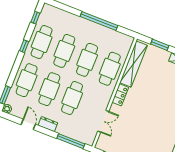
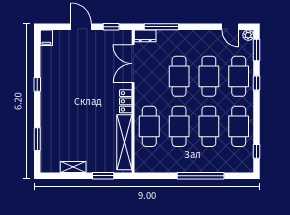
window: (99, 21) -> (201, 176), moved
window: (24, 46) -> (257, 83), moved
double door: (103, 121) -> (133, 64), width x1.37
door: (28, 124) -> (230, 27), moved
dresser: (48, 124) -> (145, 36), moved

